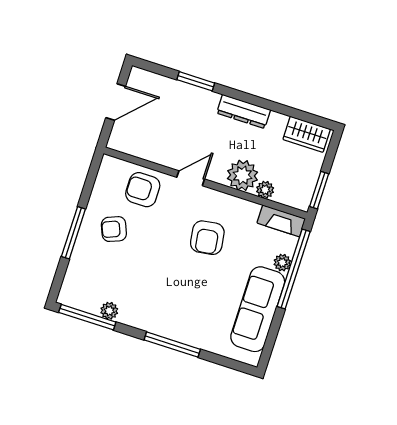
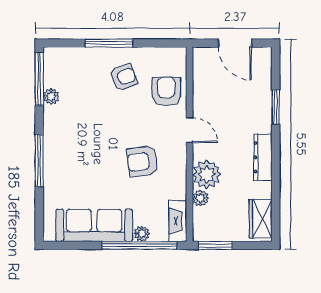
armchair: (114, 229) -> (124, 77), turned 91

